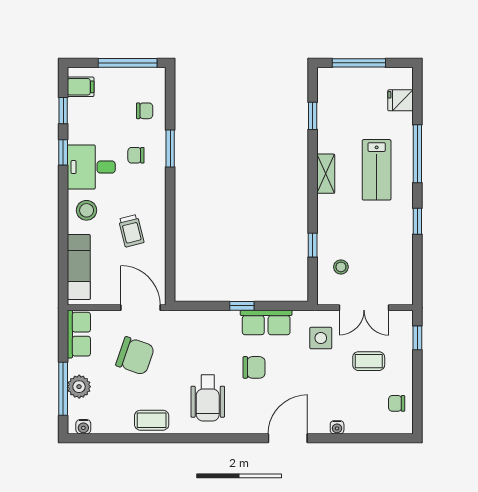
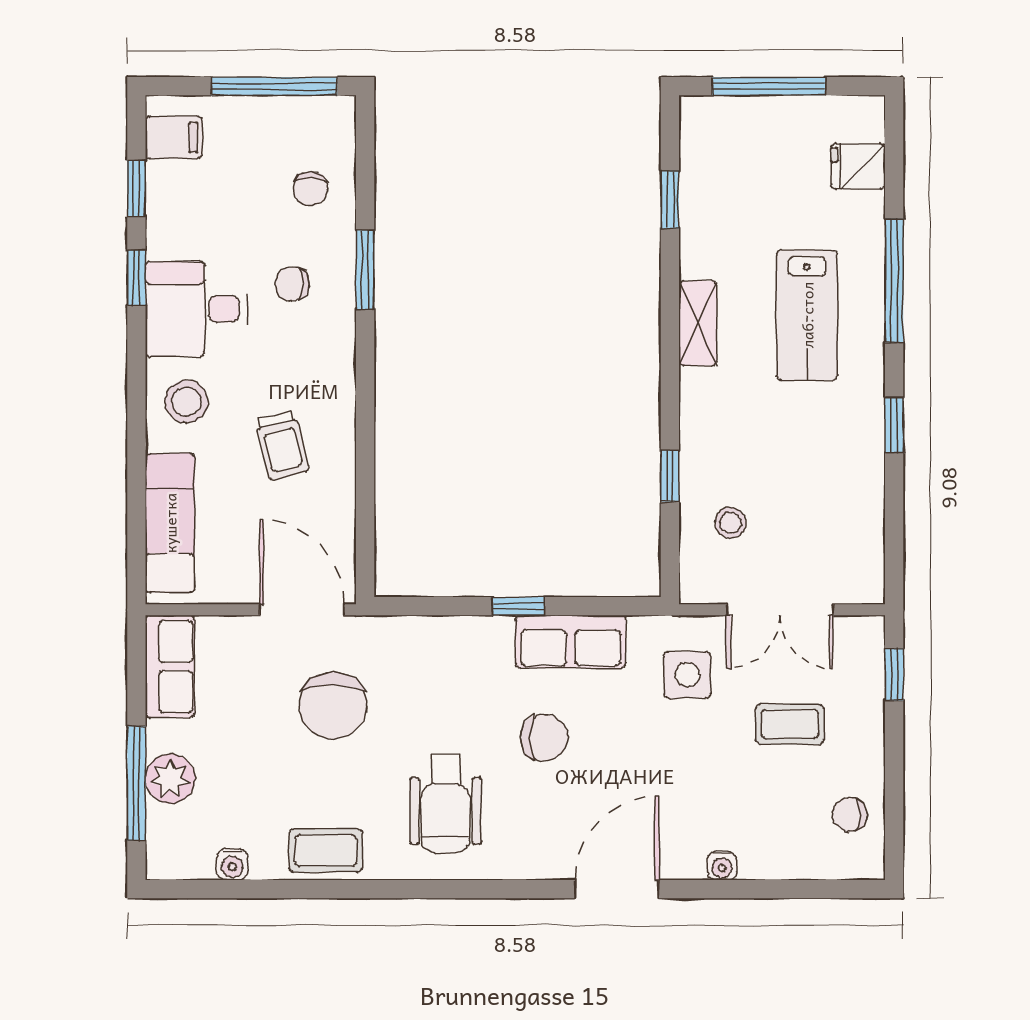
chair: (145, 111) -> (311, 189), turned 90
chair: (135, 356) -> (333, 706), moved, turned 71
water cooler: (83, 427) -> (232, 864), moved

